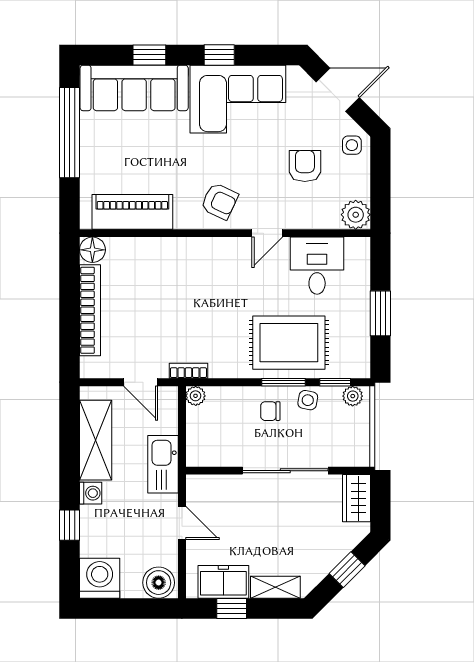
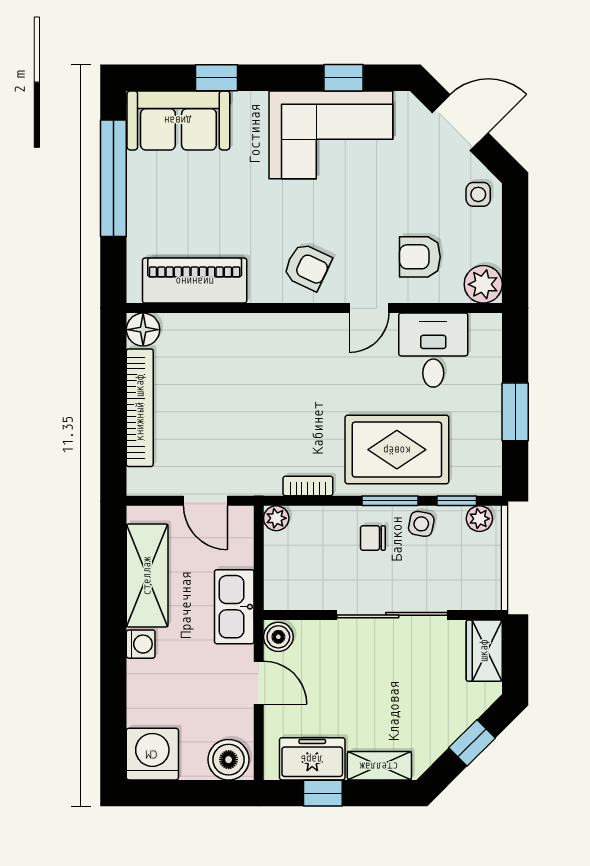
window: (219, 55) -> (344, 78), moved
sofa: (134, 88) -> (178, 120), width x0.73
armchair: (305, 166) -> (420, 257), moved, turned -90
bookcase: (188, 371) -> (308, 486), moved
boiler: (197, 488) -> (278, 637), added
window: (69, 525) -> (113, 685), removed

